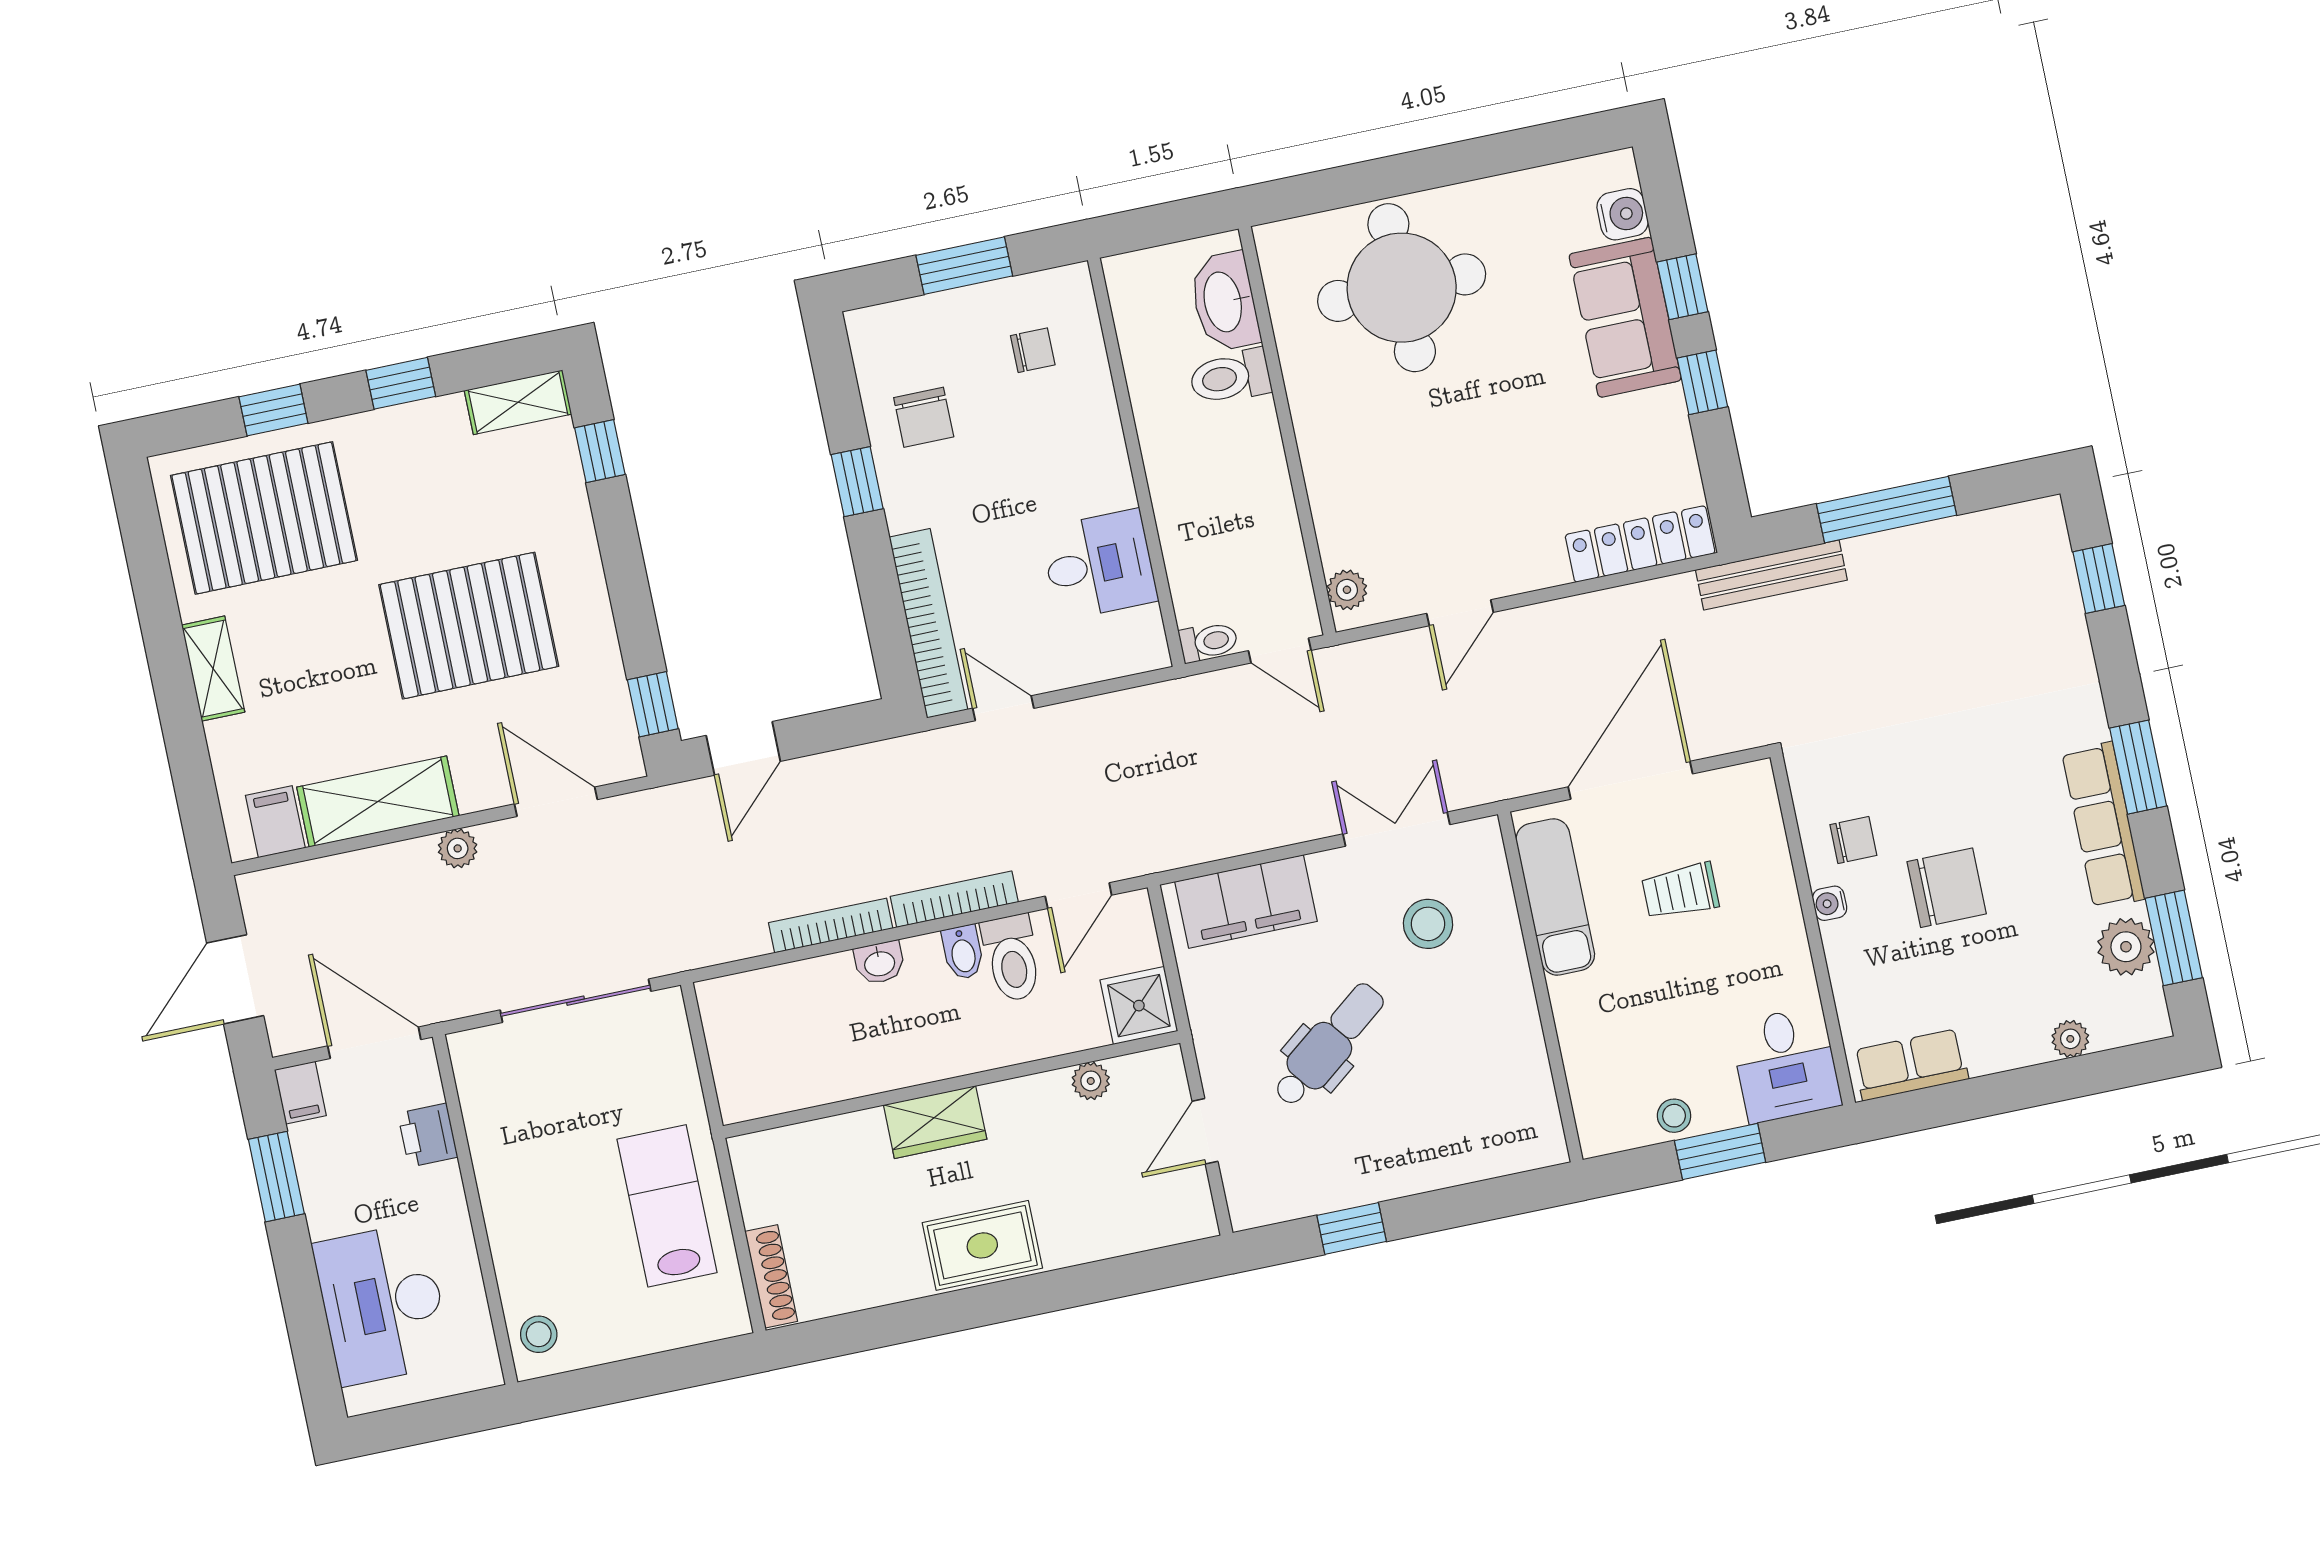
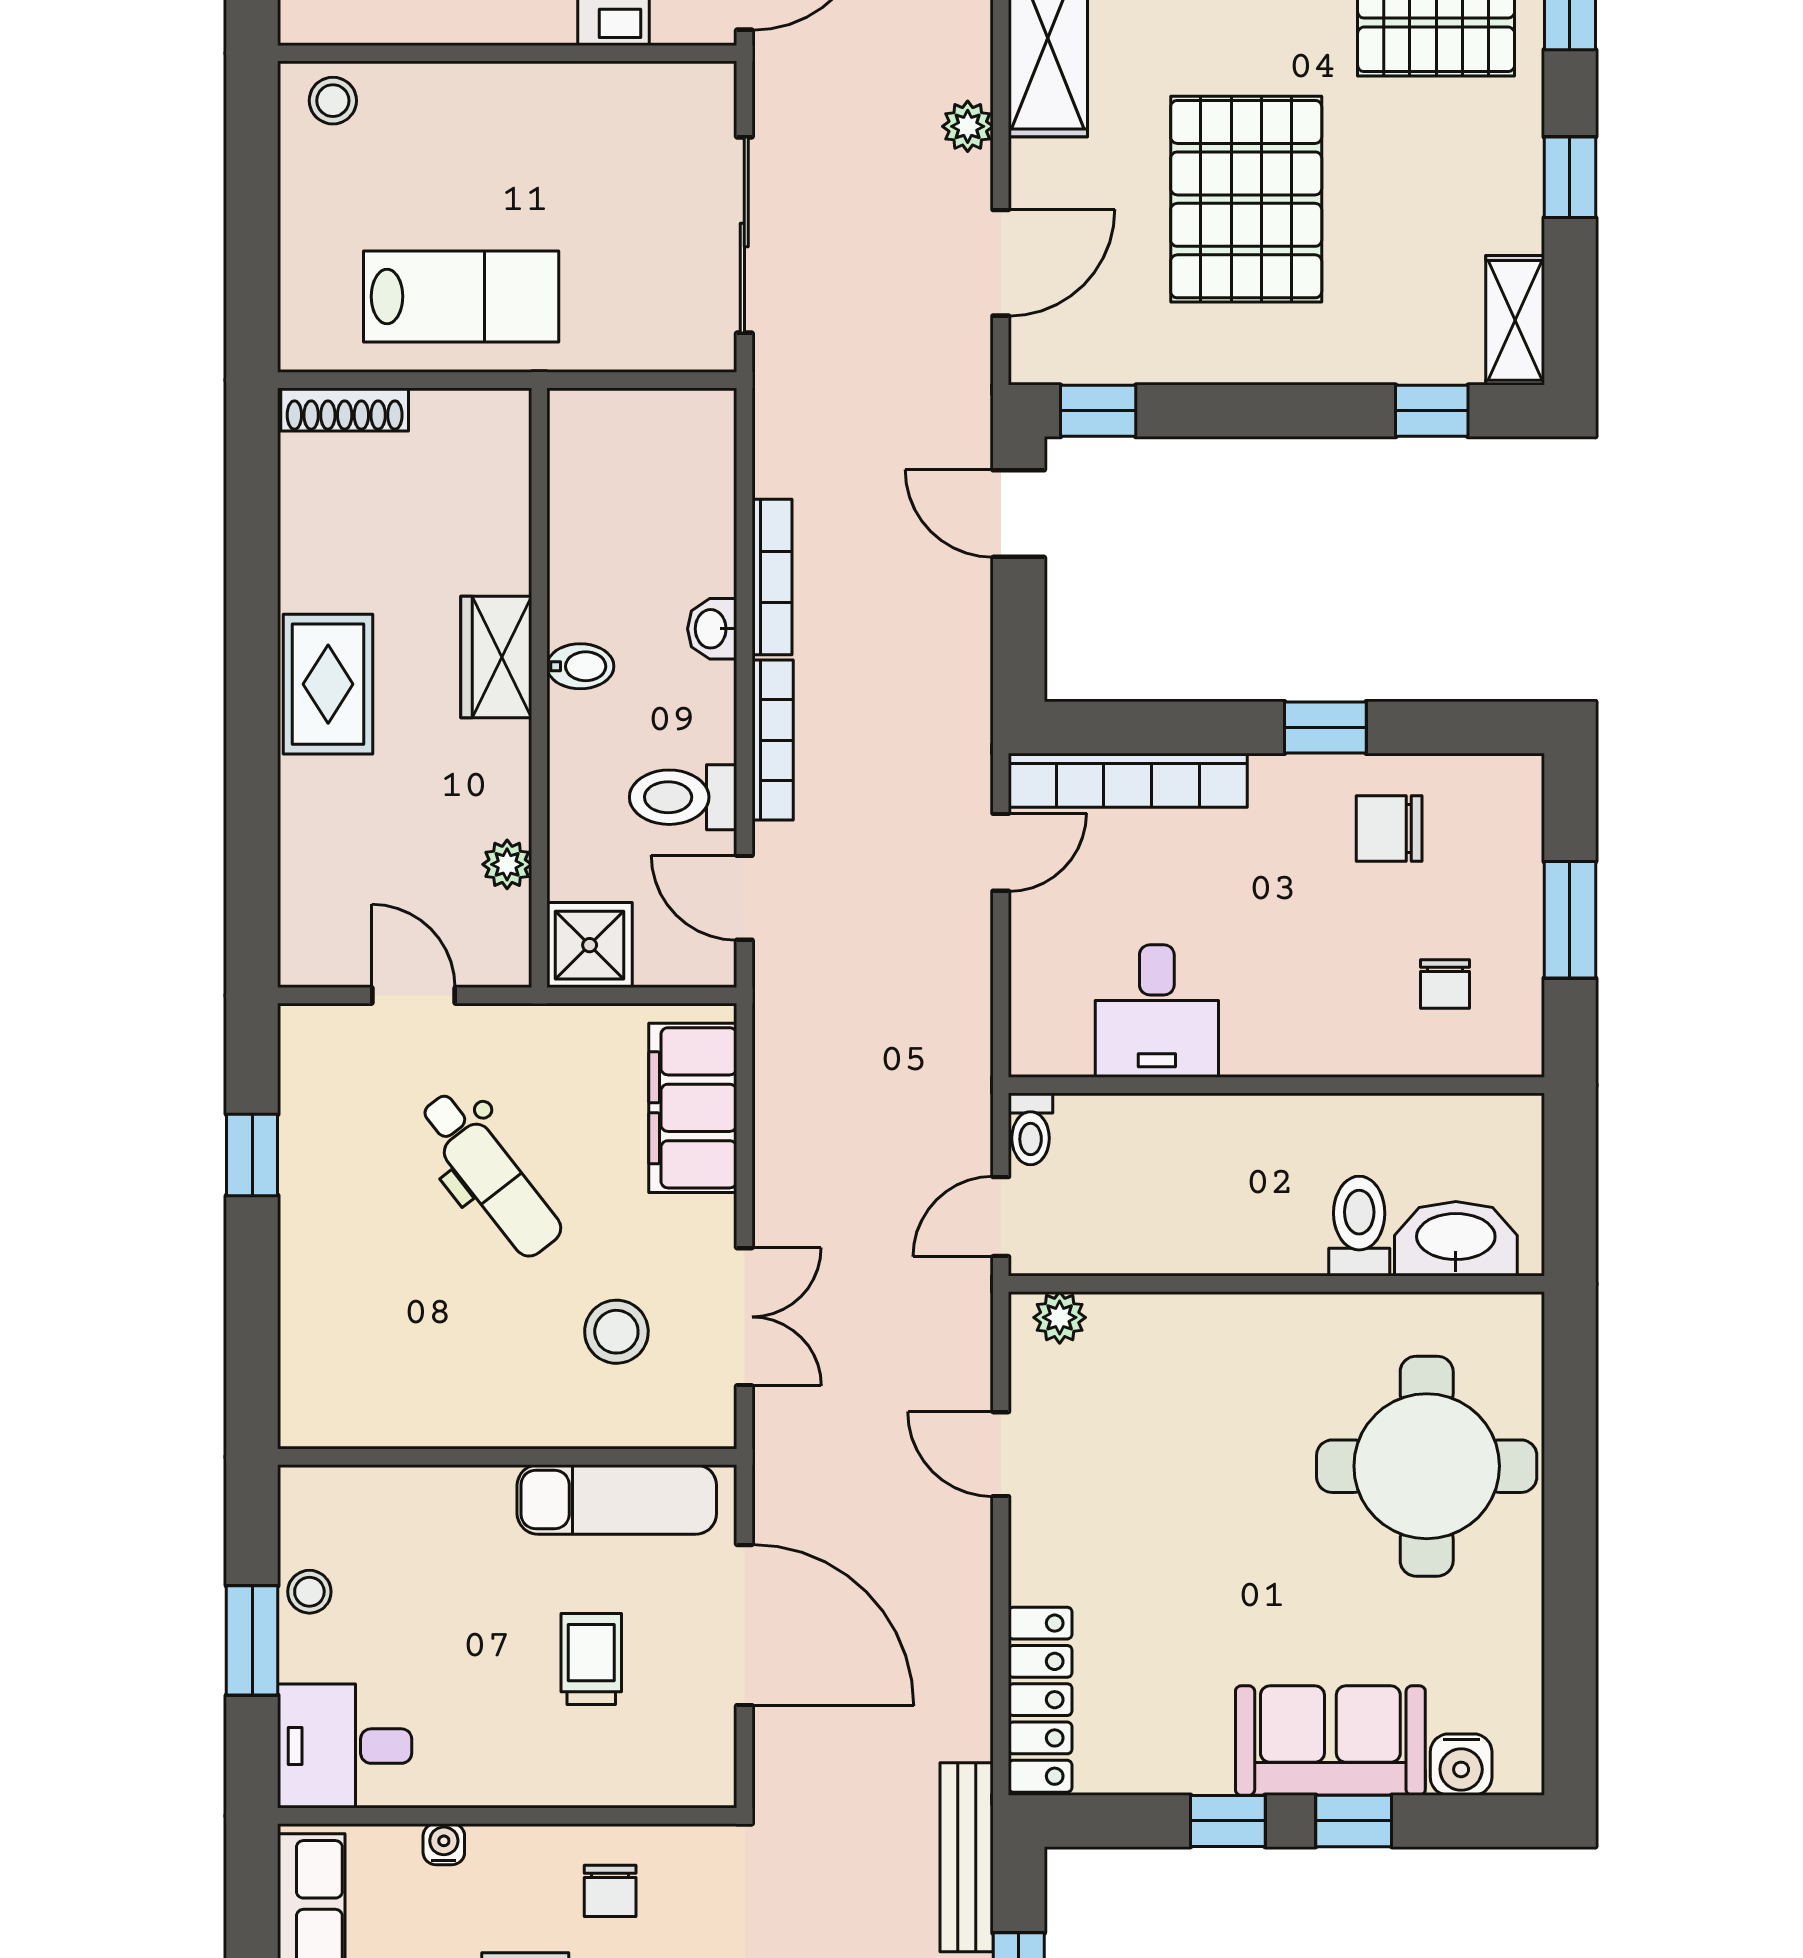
water cooler: (1830, 903) -> (444, 1844), moved
bidet: (963, 952) -> (580, 666), moved, turned 180

